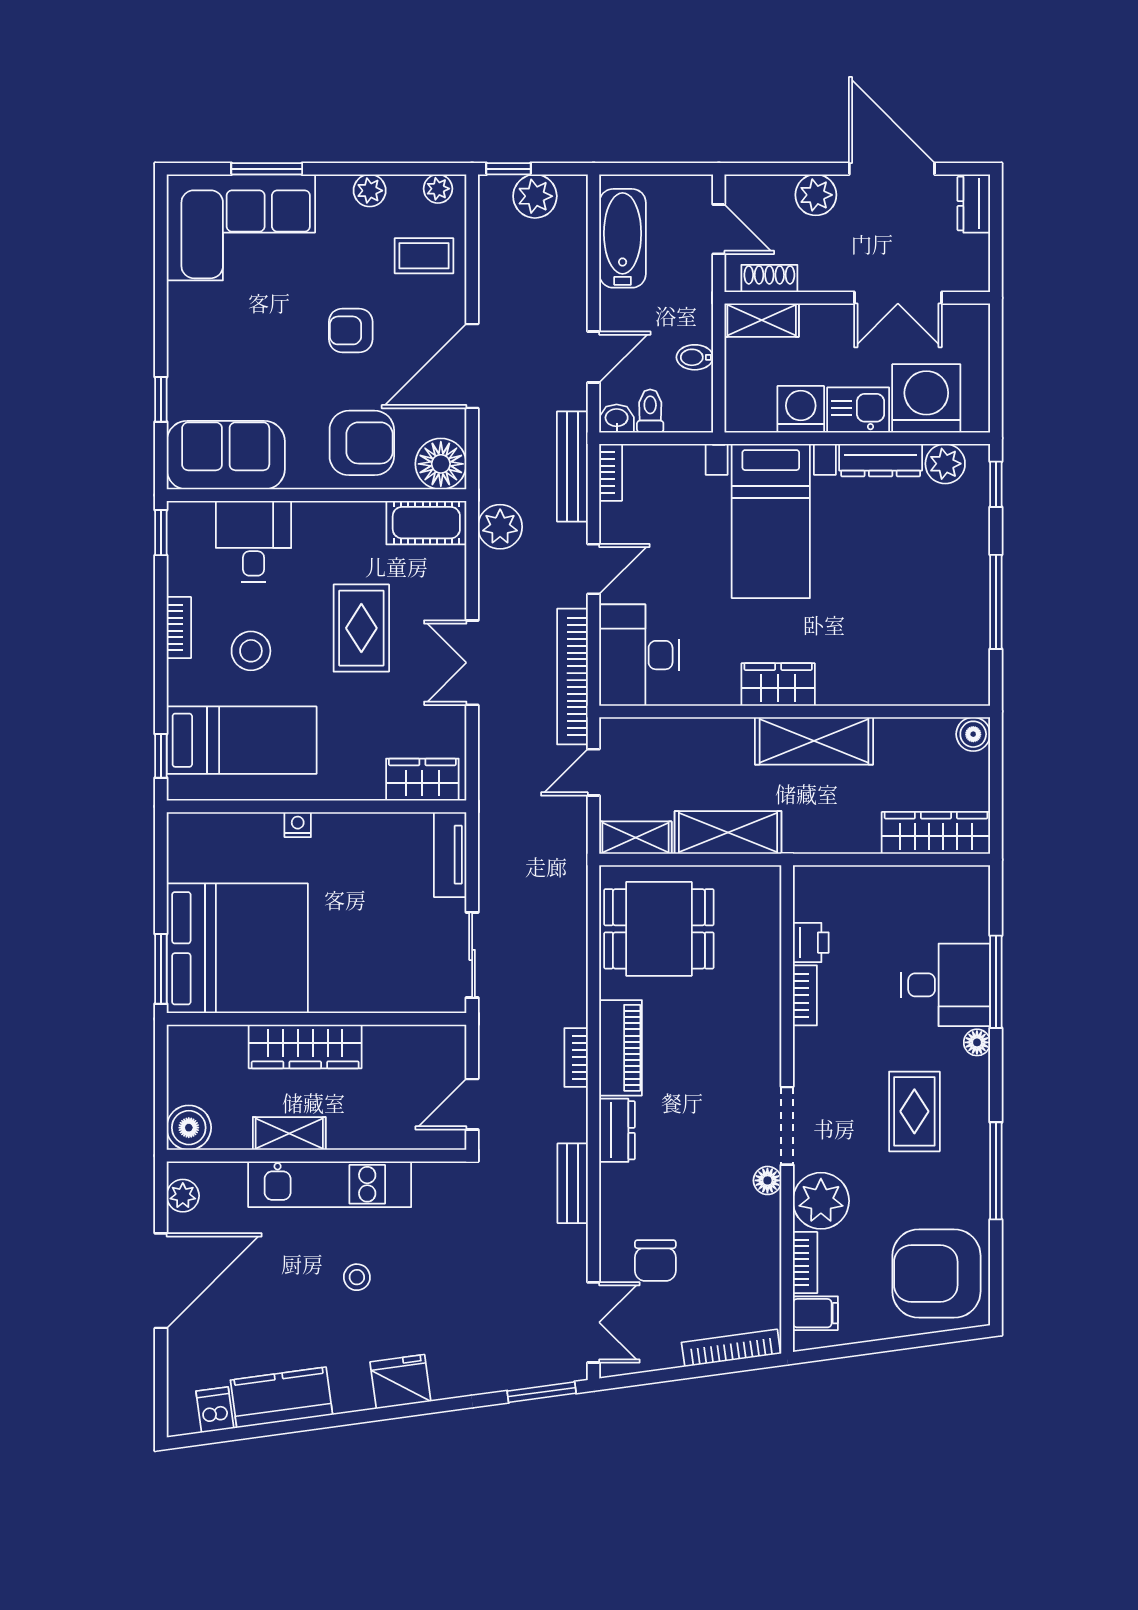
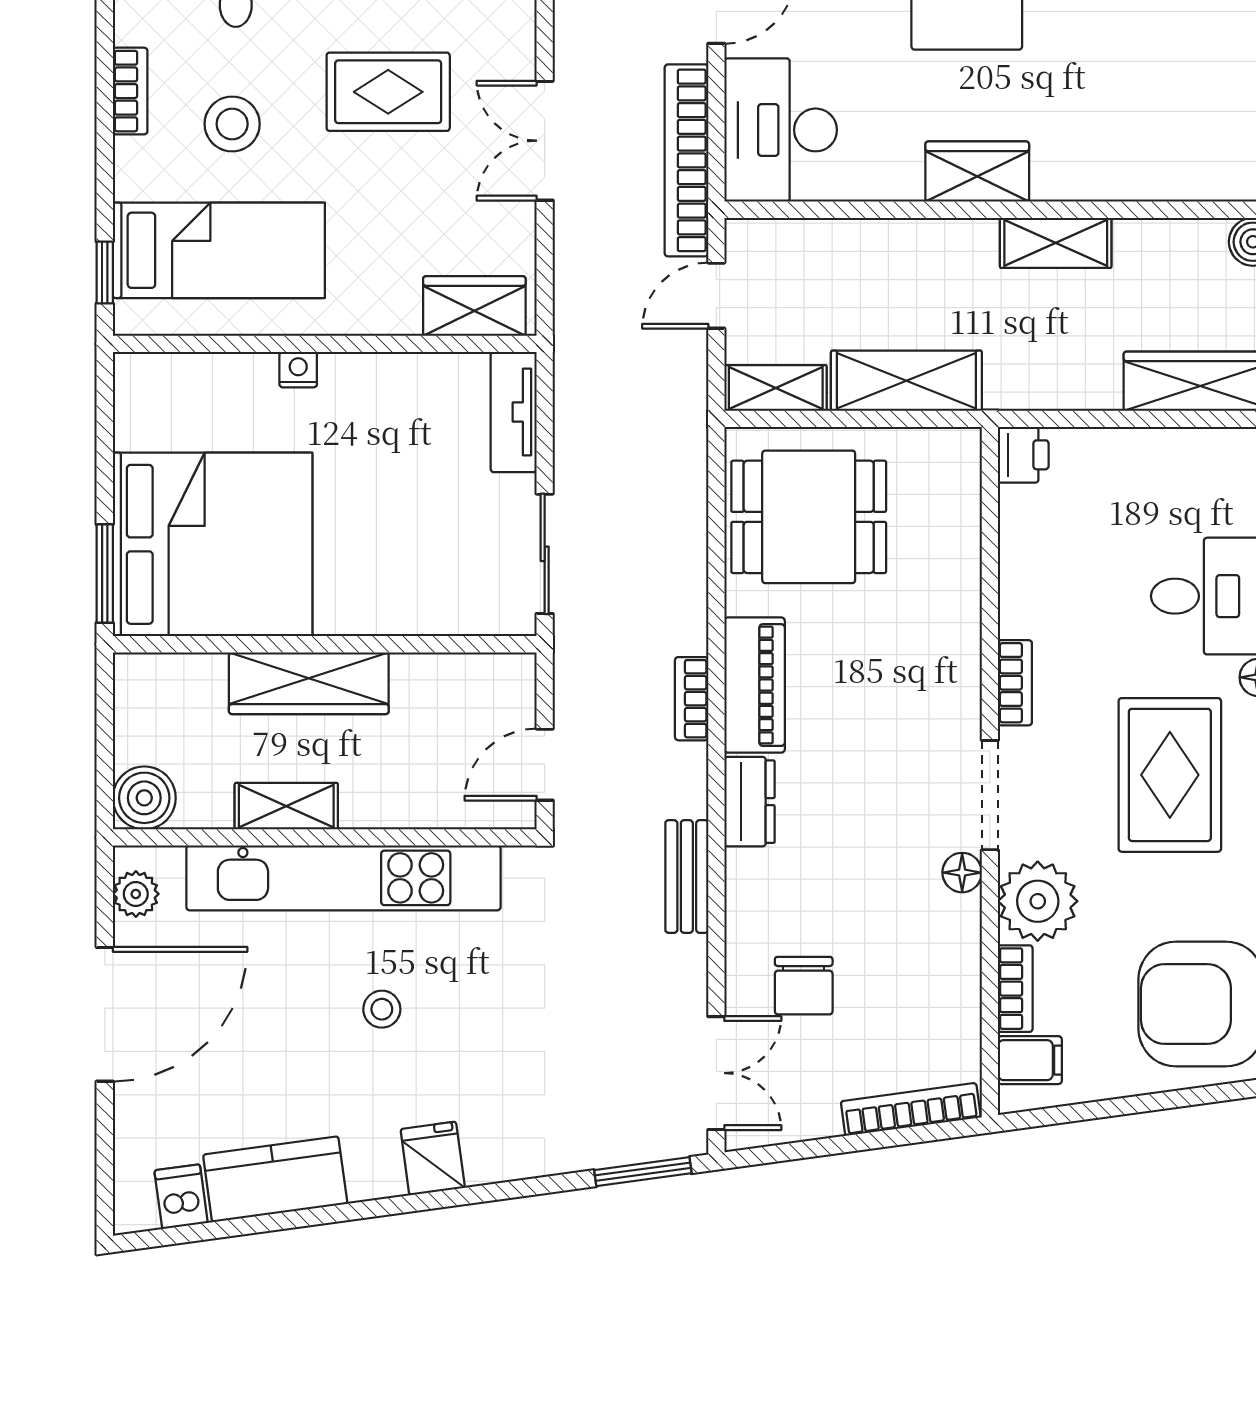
rug: (361, 628) -> (388, 92), turned 90
shelving: (814, 741) -> (1056, 243), width x0.67, depth x0.75
printer: (811, 943) -> (1023, 455), moved
bookcase: (805, 995) -> (1015, 683), moved
rug: (914, 1111) -> (1170, 775), width x1.36, depth x1.43
kitchen unit: (330, 1184) -> (343, 878), width x1.36
fridge: (400, 1382) -> (433, 1158), width x0.72

